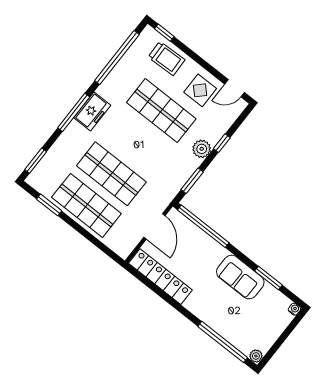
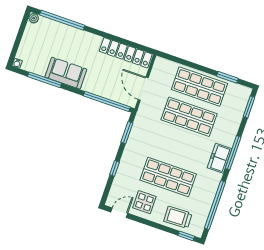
plant: (202, 149) -> (128, 159), removed
window: (269, 278) -> (45, 80), width x1.44

